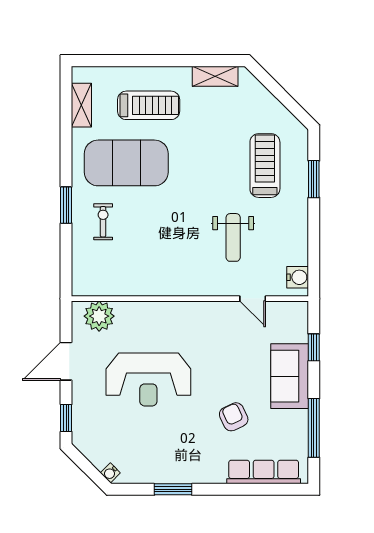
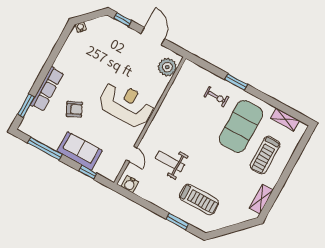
door: (253, 299) -> (132, 154), swing flipped
reception desk: (148, 379) -> (126, 104), moved, turned 90
row of seats: (264, 472) -> (47, 89), moved
window: (173, 489) -> (26, 106), moved

